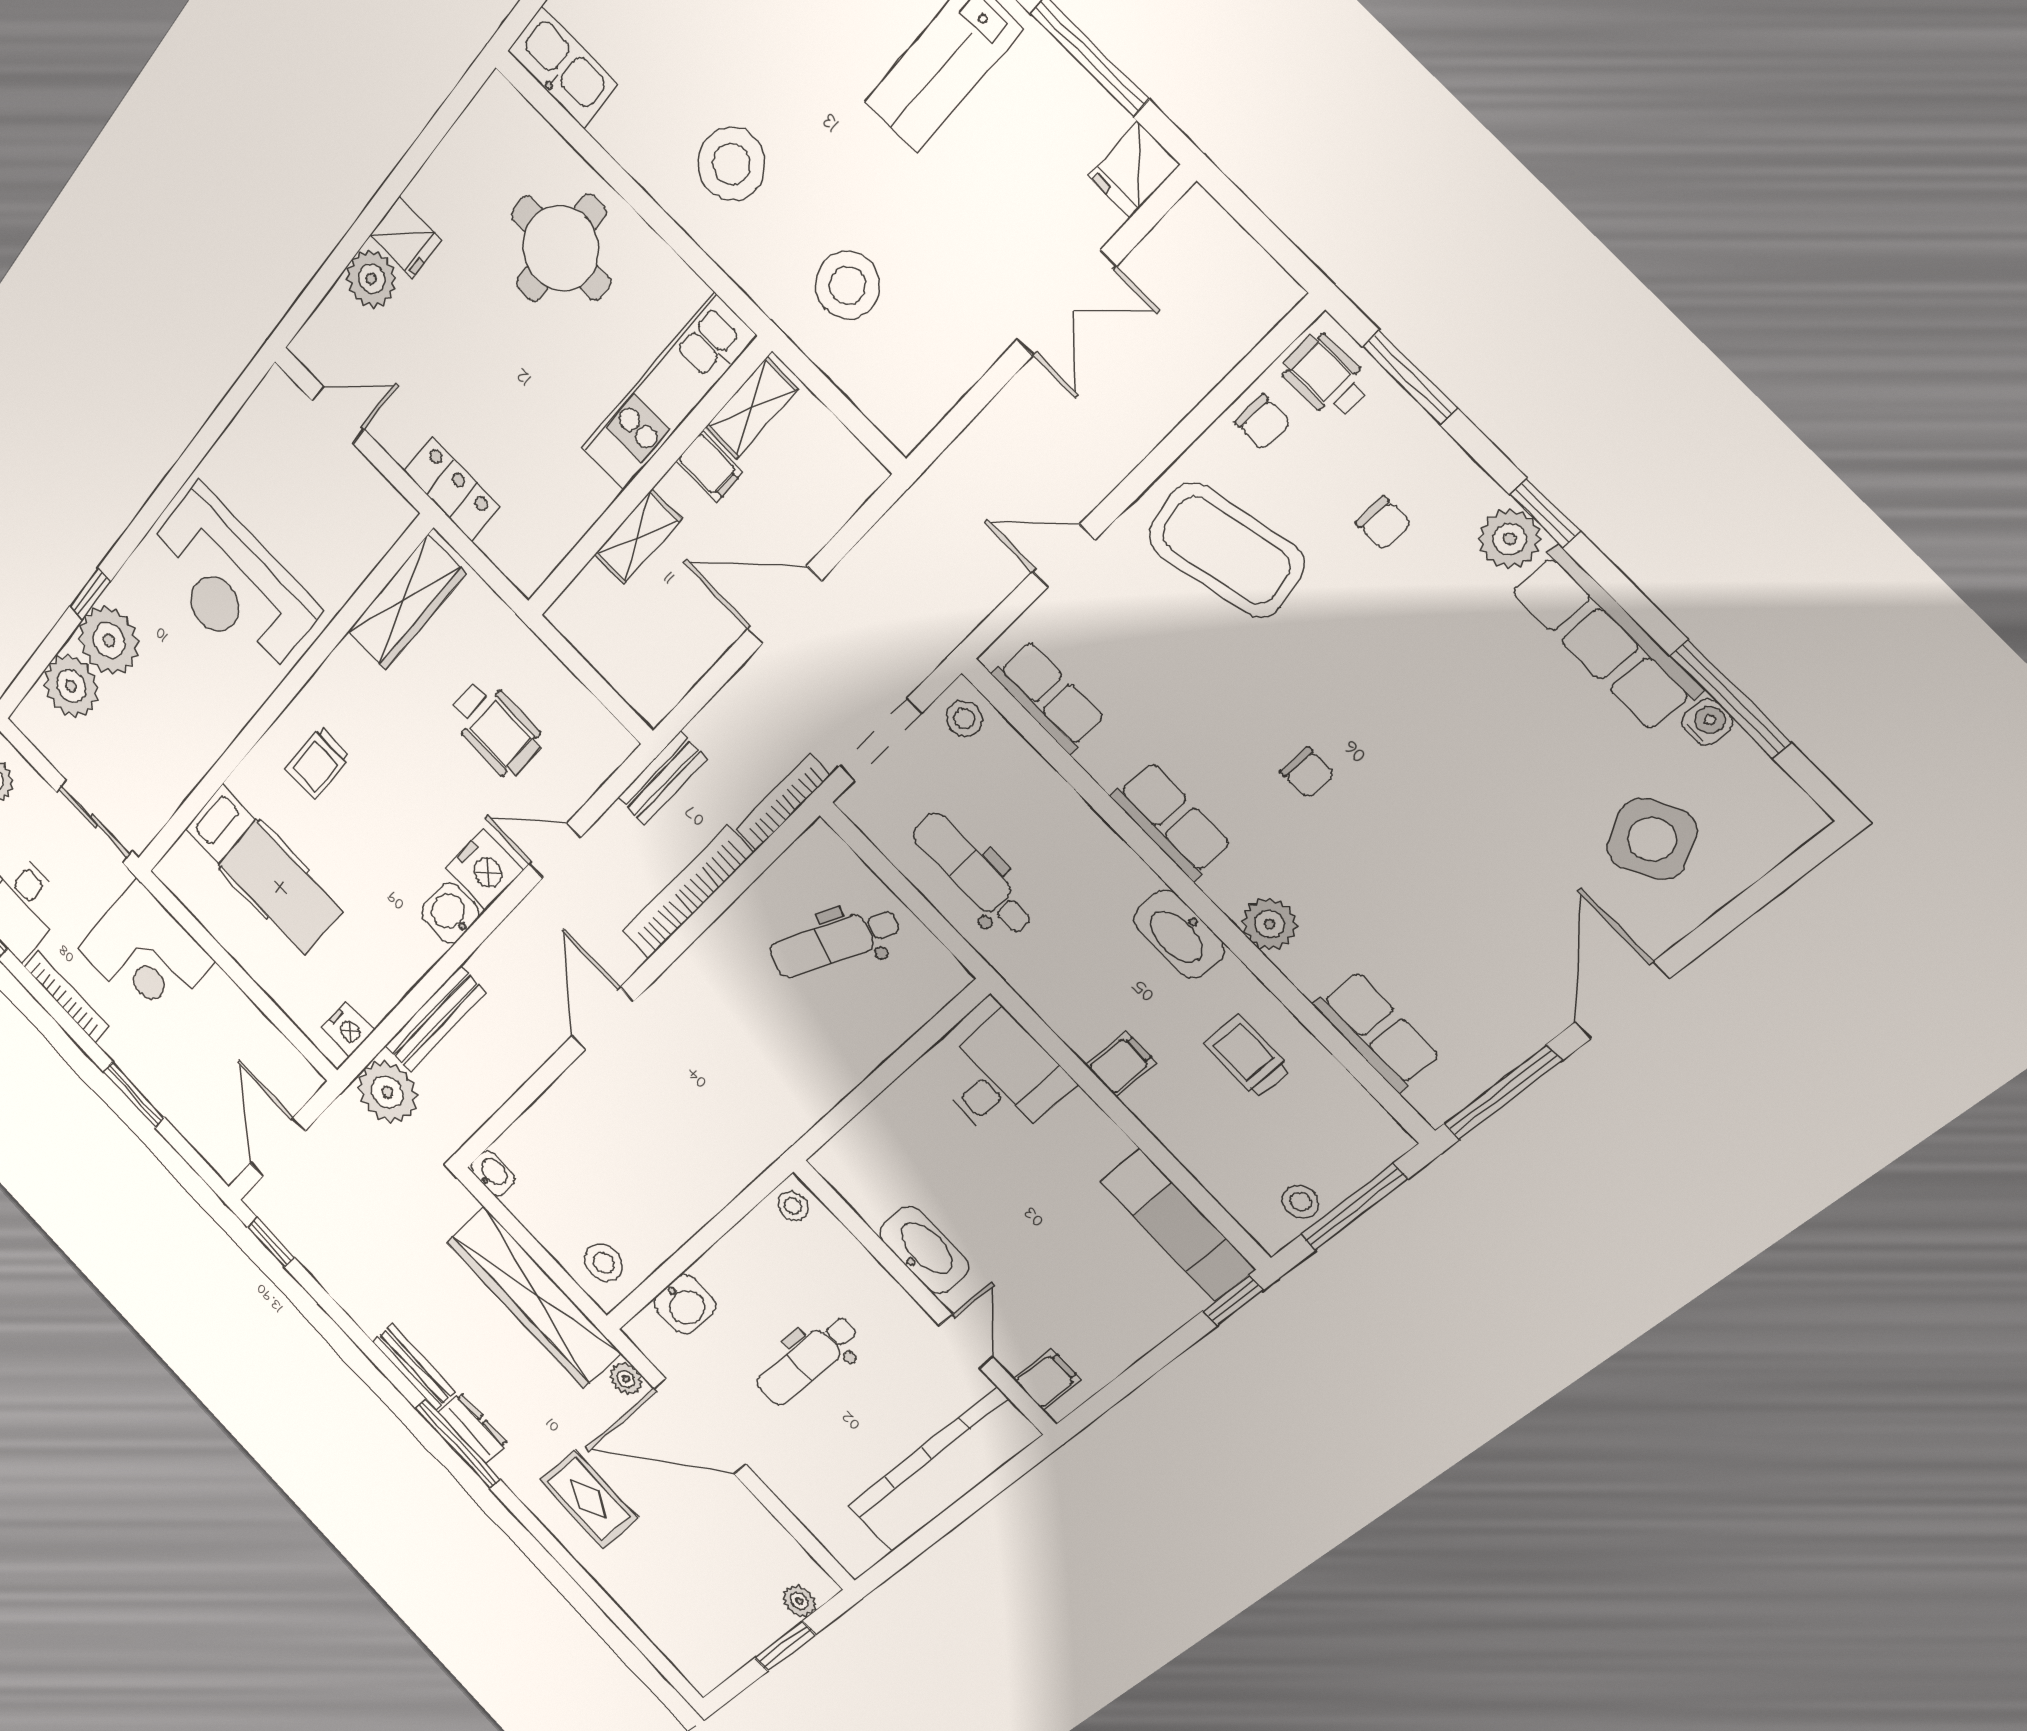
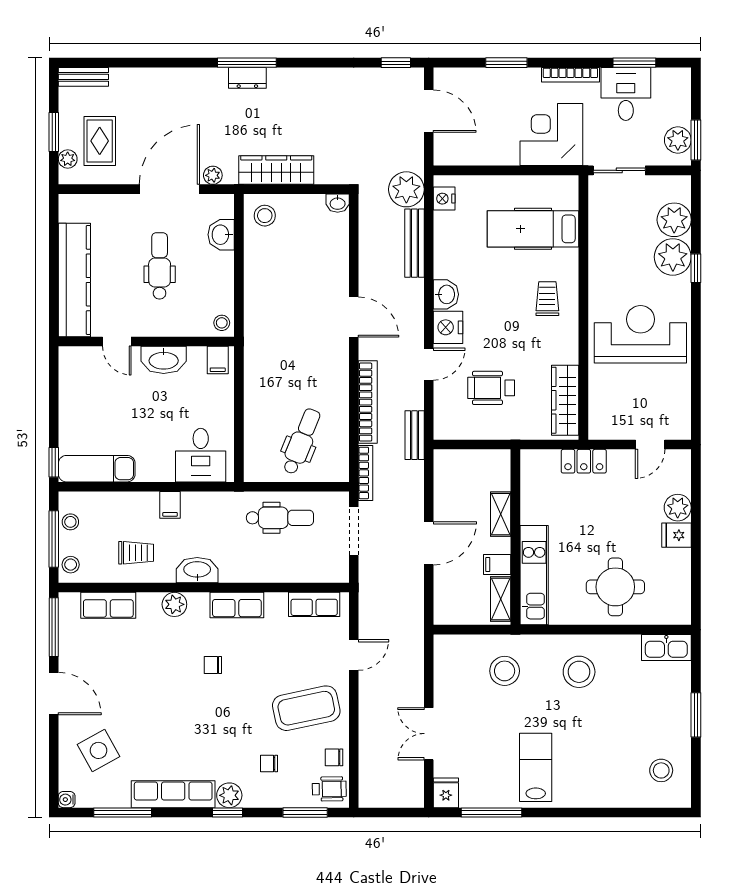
stool: (964, 719) -> (71, 565), moved
water cooler: (1707, 722) -> (67, 800), moved, turned 90
wardrobe: (534, 1298) -> (276, 170), width x0.71, depth x0.85
bench: (414, 1367) -> (83, 77), moved
filing cabinet: (1047, 1379) -> (218, 360), moved
rug: (589, 1499) -> (100, 141), moved, turned 90

